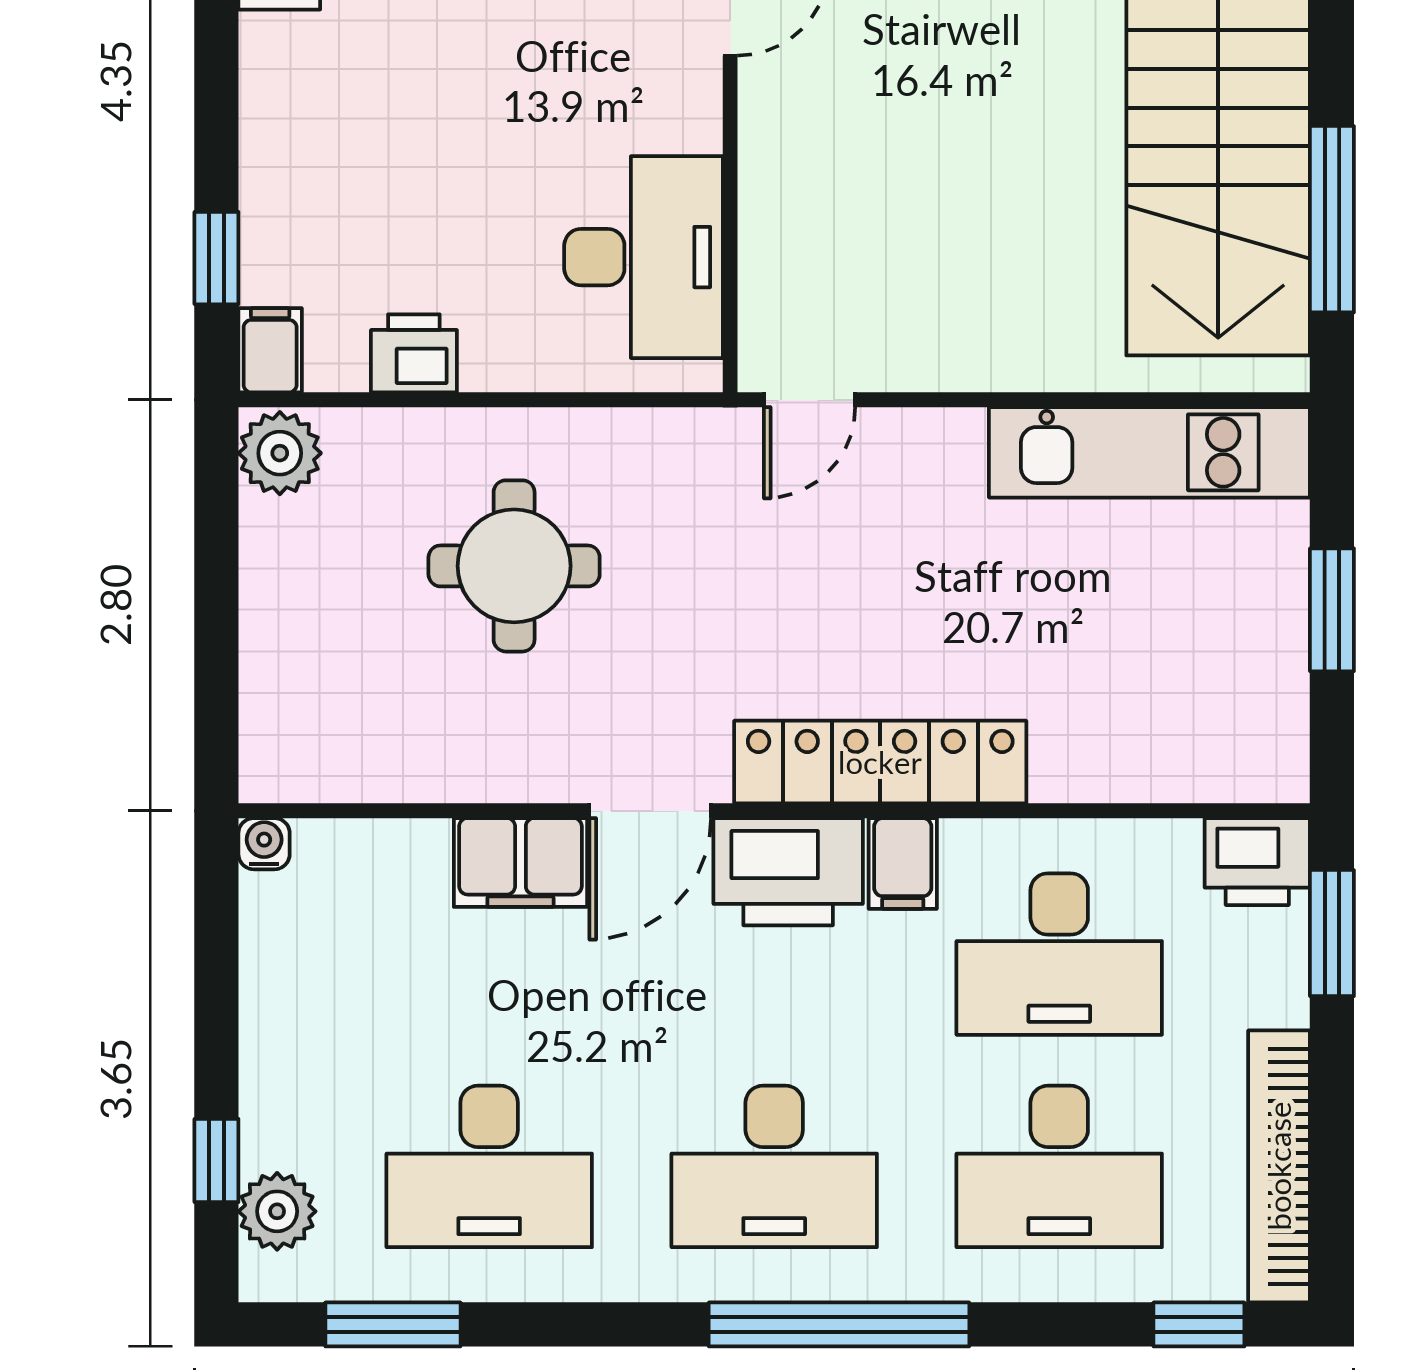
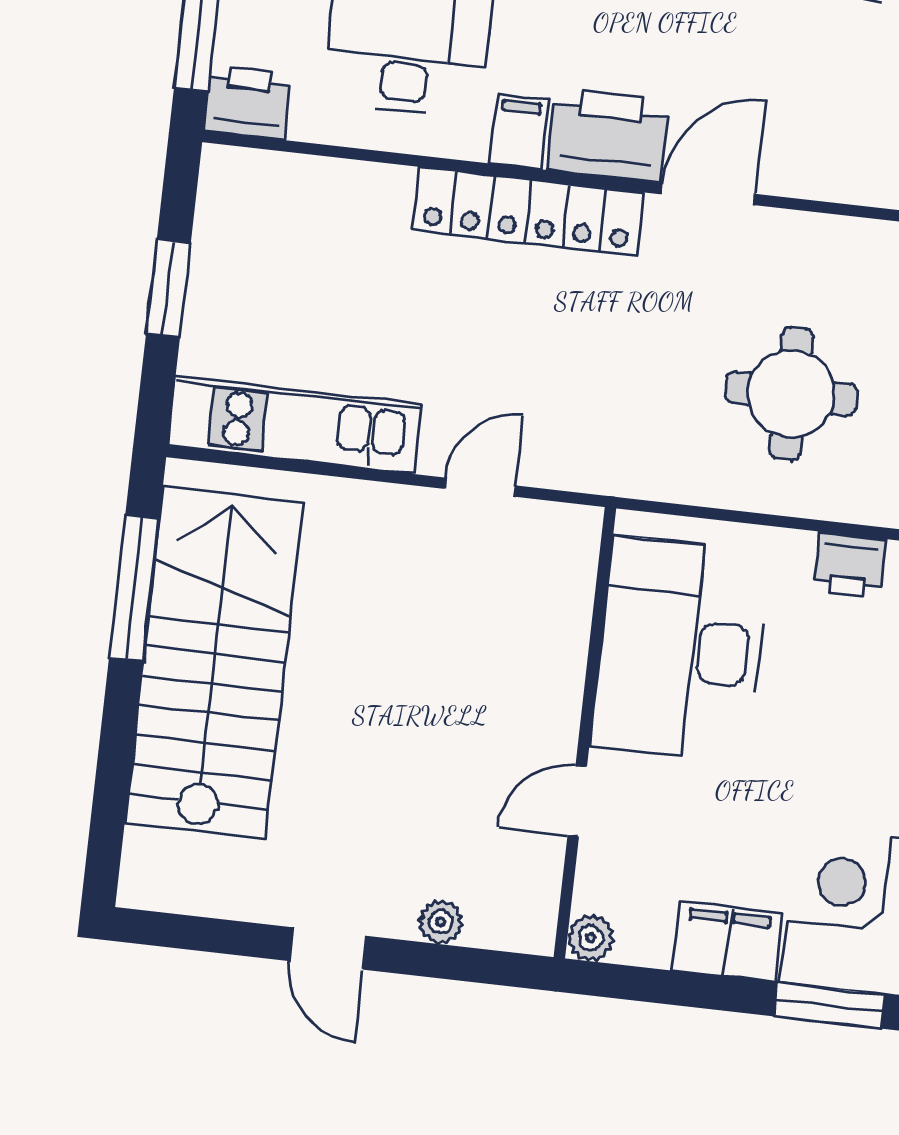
desk: (644, 257) -> (680, 649), width x1.36, depth x1.30
door: (810, 400) -> (480, 487), moved
filing cabinet: (520, 863) -> (812, 166), removed

